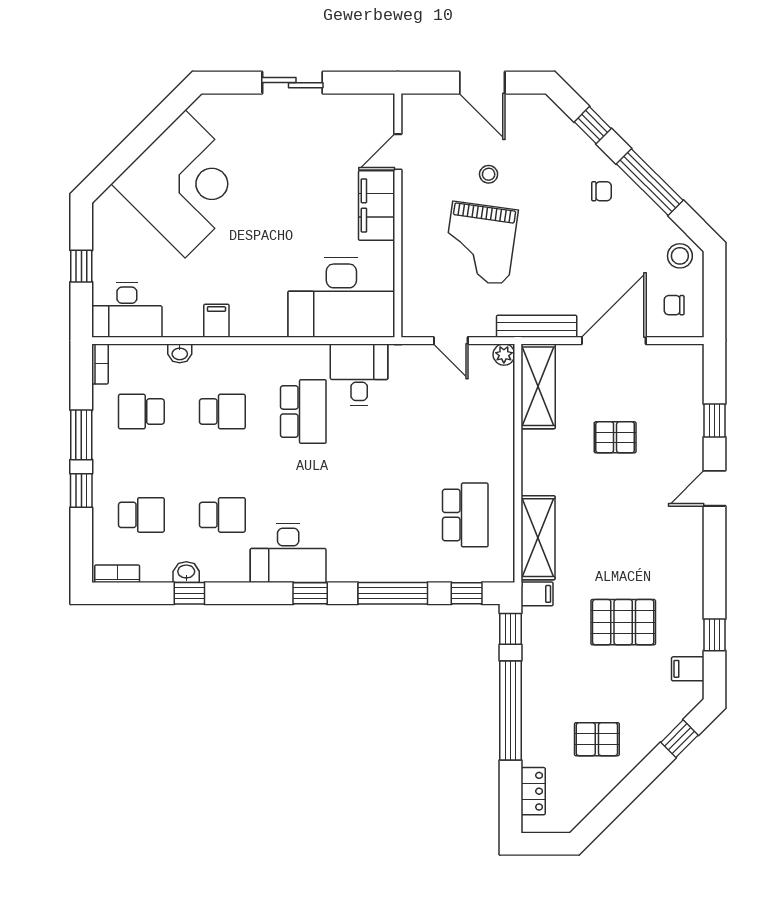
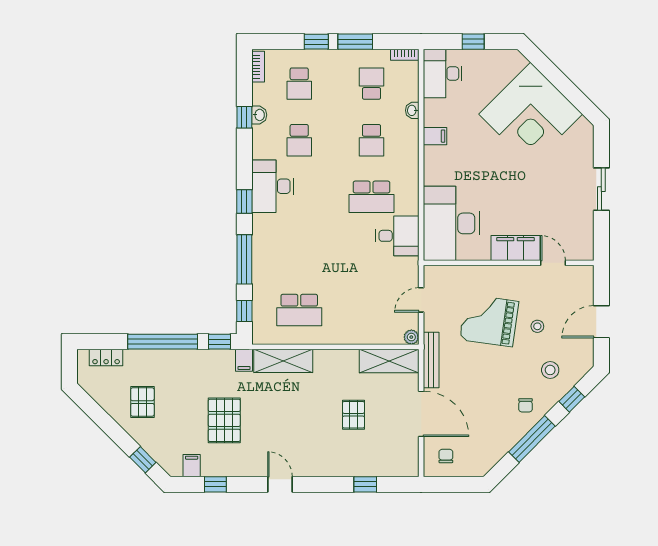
stool: (680, 256) -> (550, 370), moved
door: (715, 488) -> (280, 484), moved

